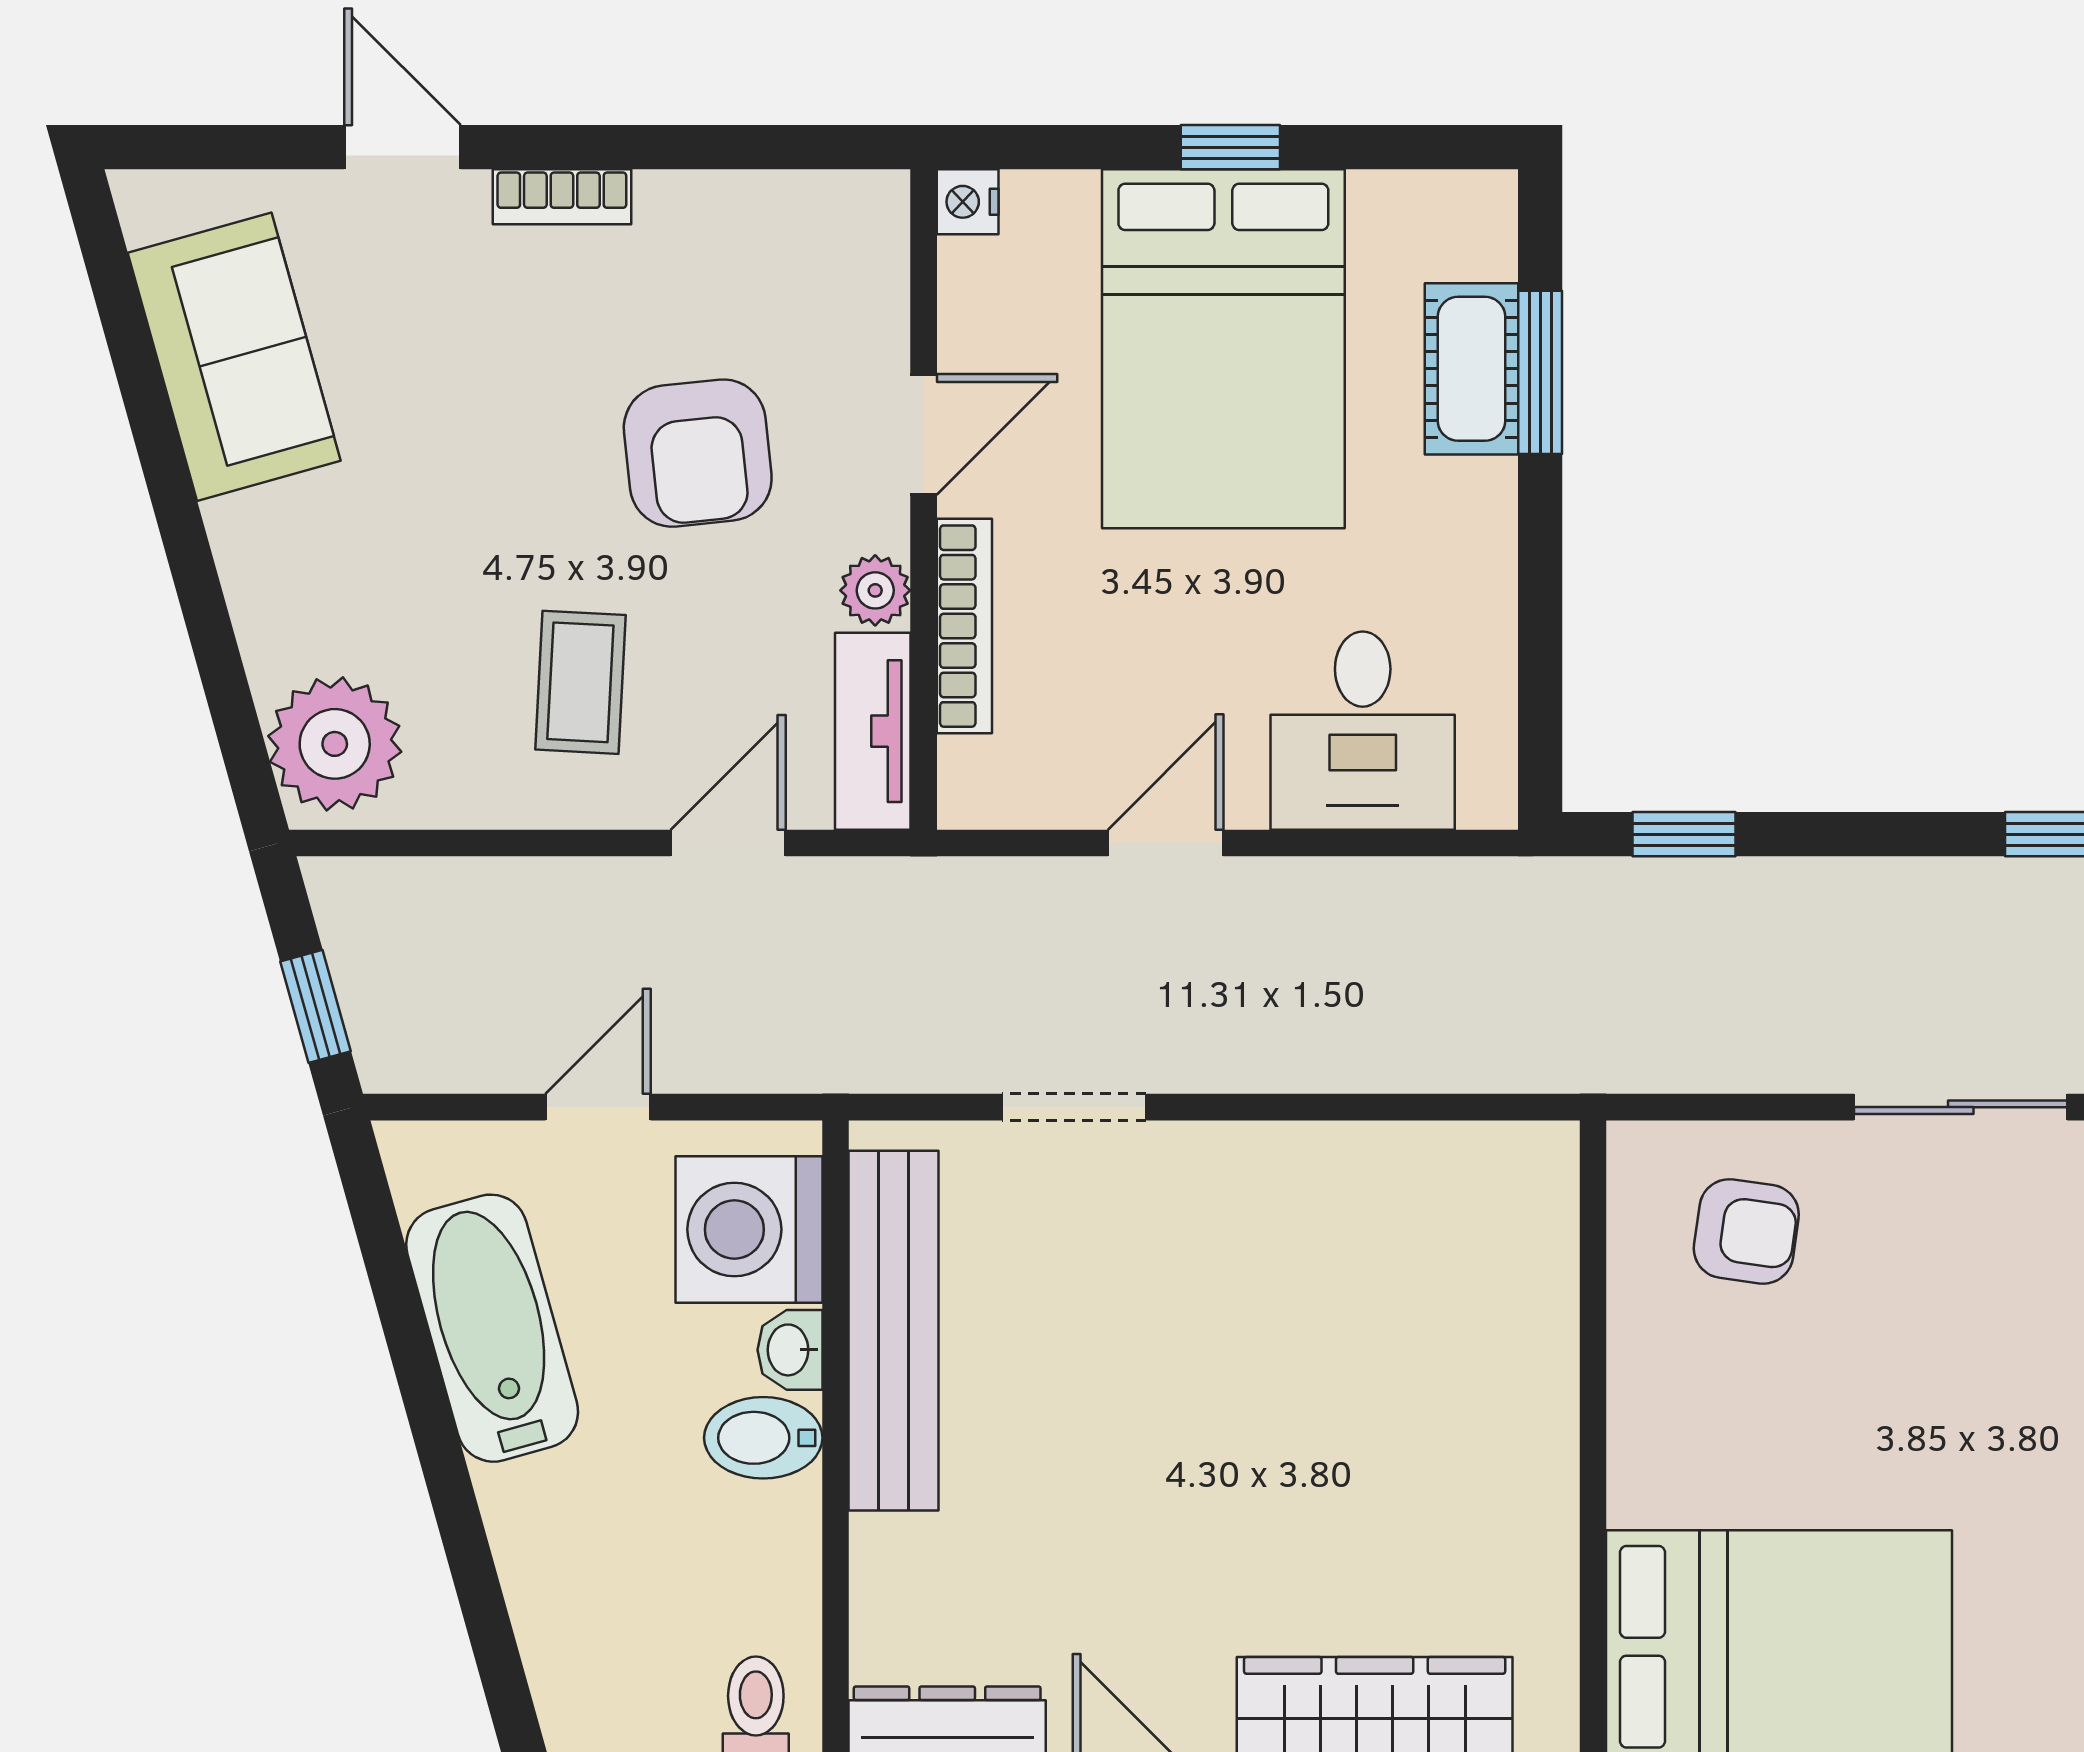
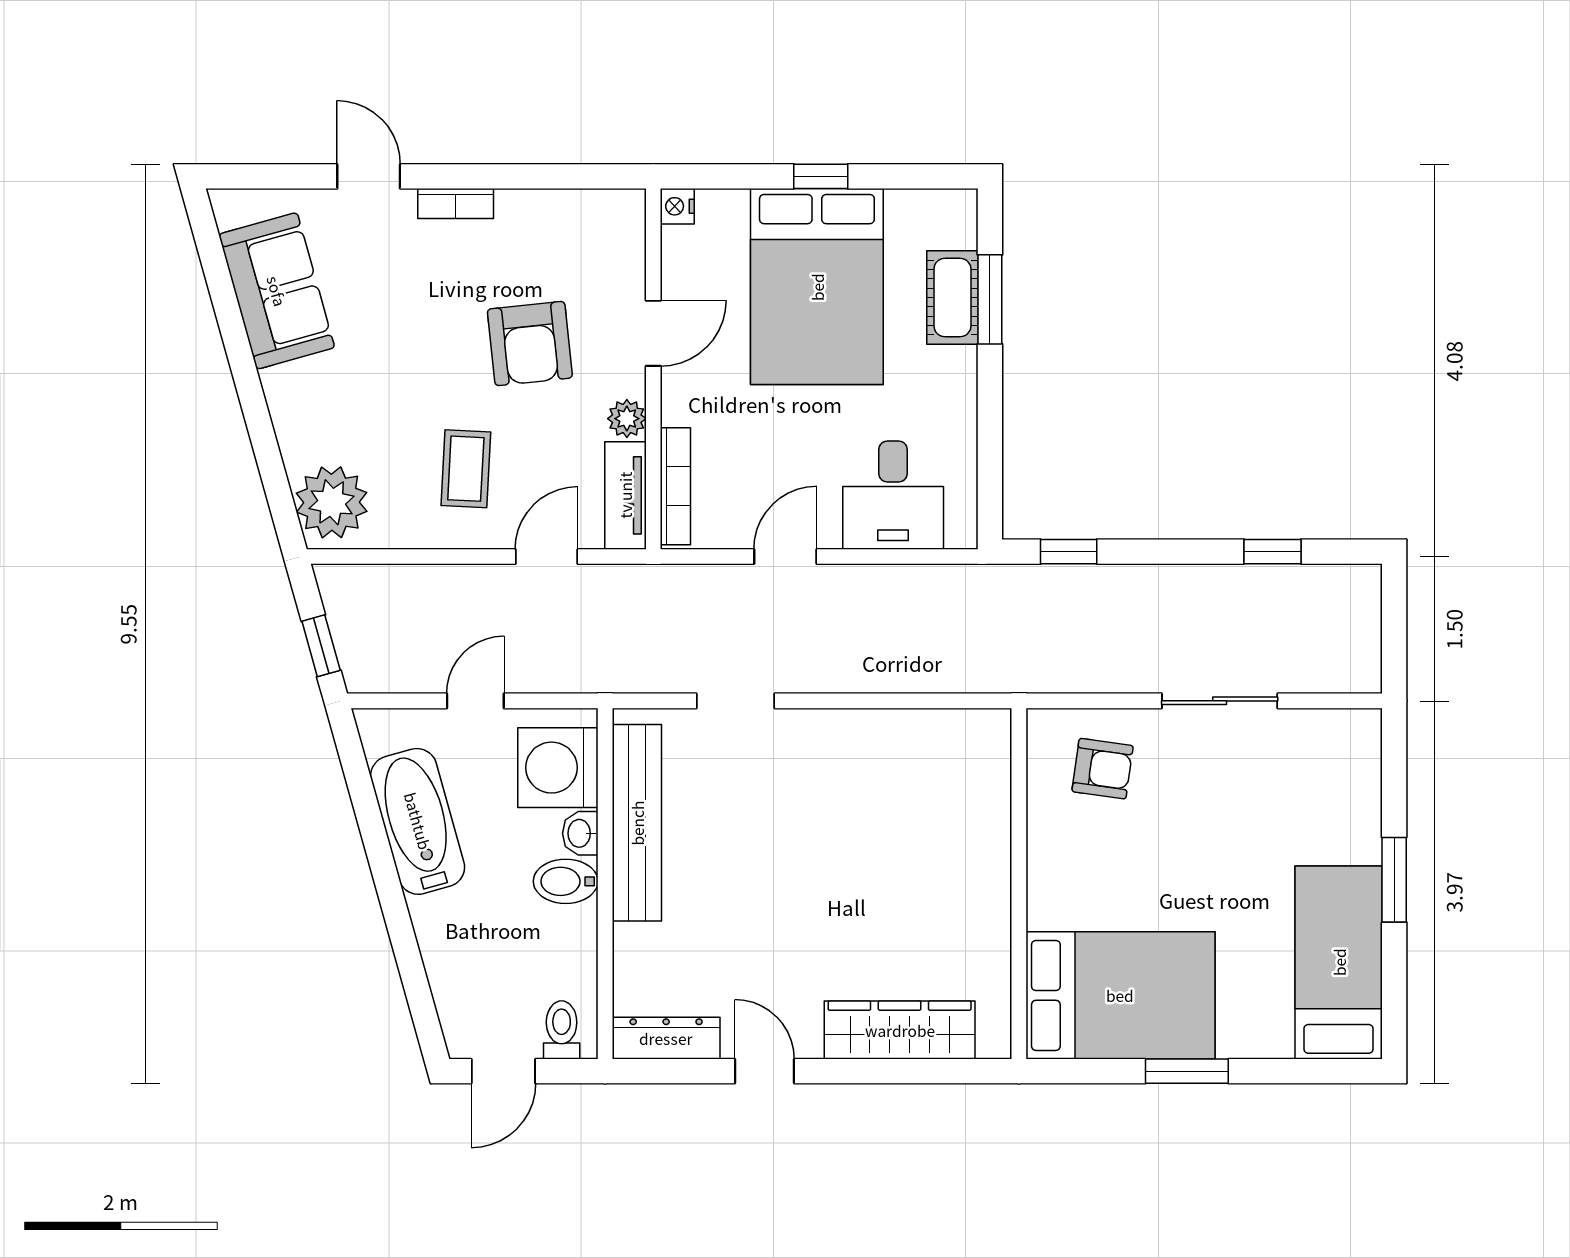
bookcase: (964, 626) -> (675, 486), moved

